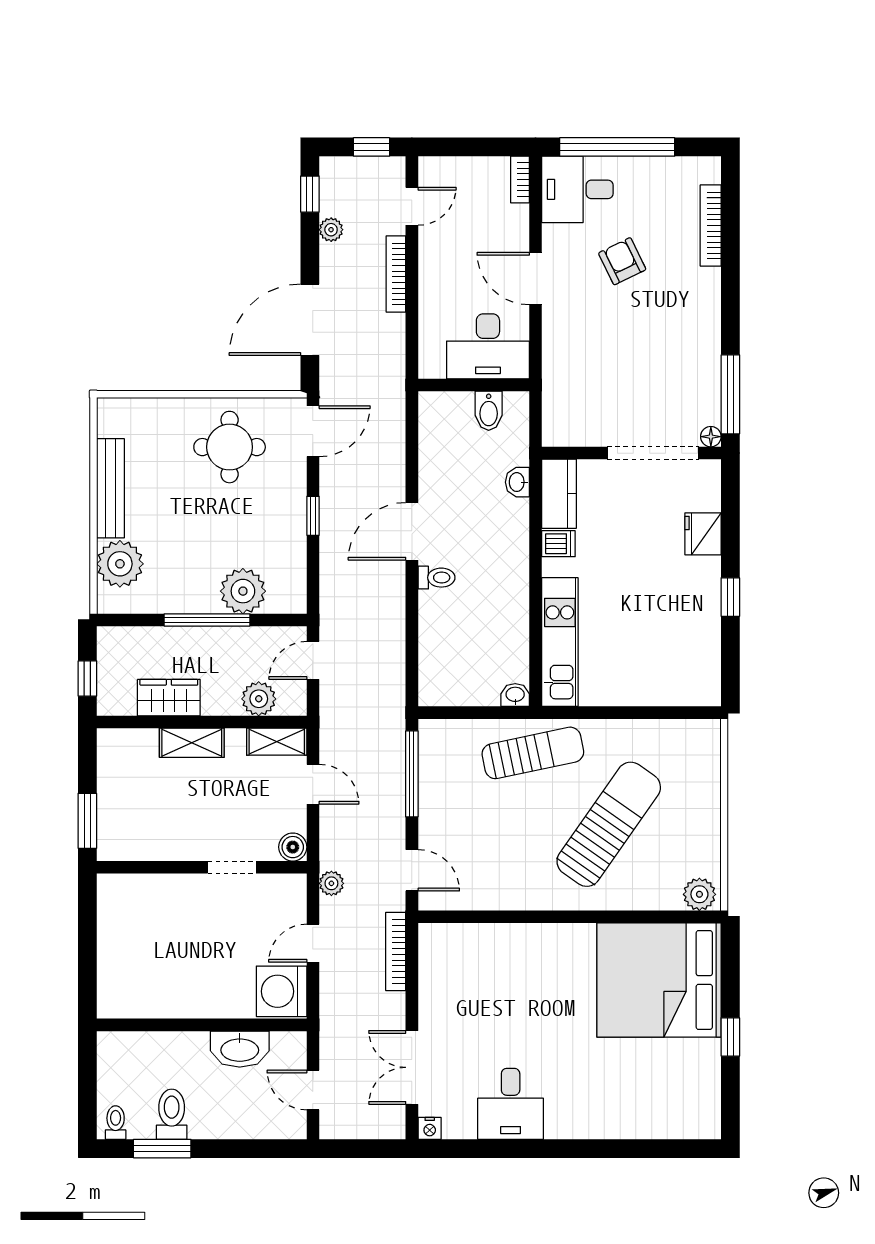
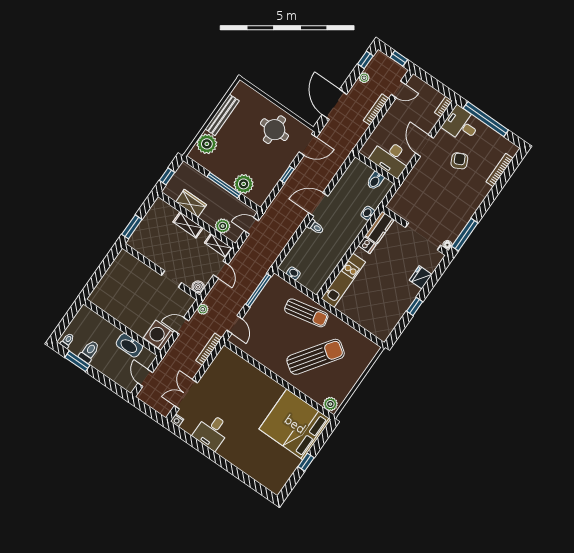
door: (310, 320) -> (334, 104), hinge flipped
washbasin: (515, 695) -> (293, 273), moved

